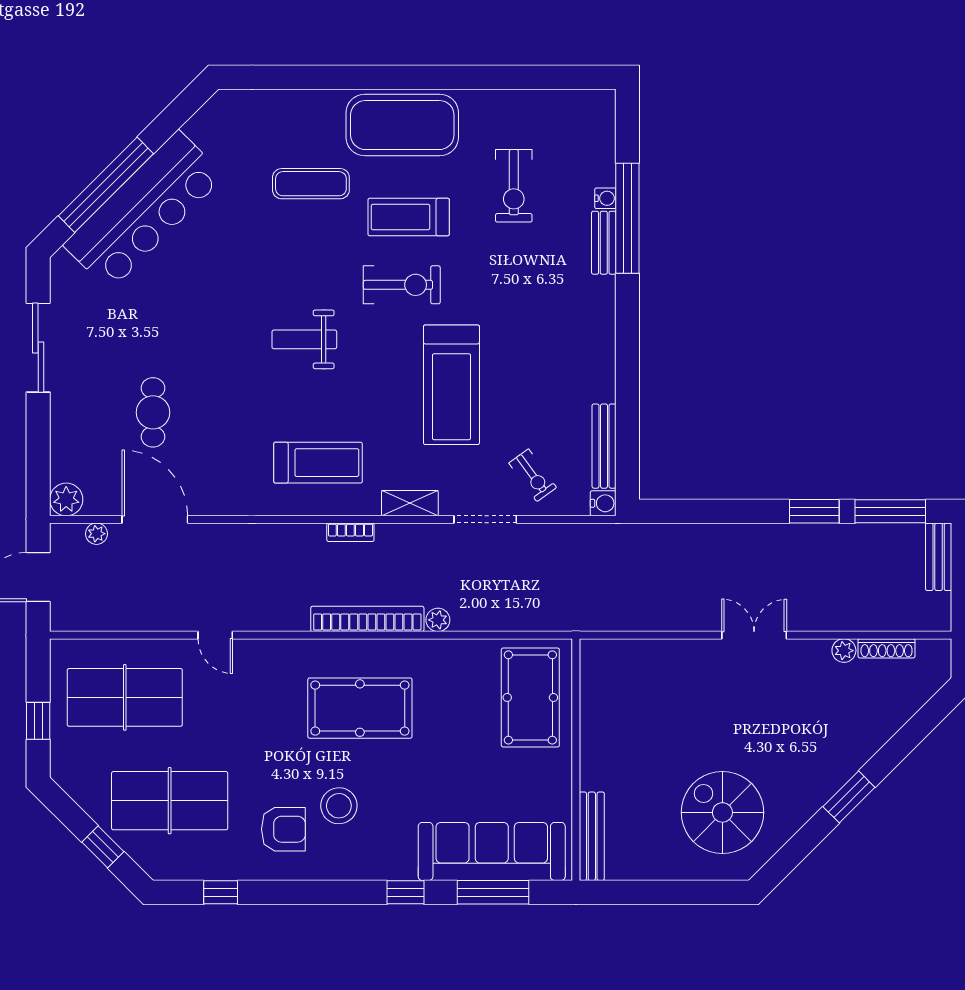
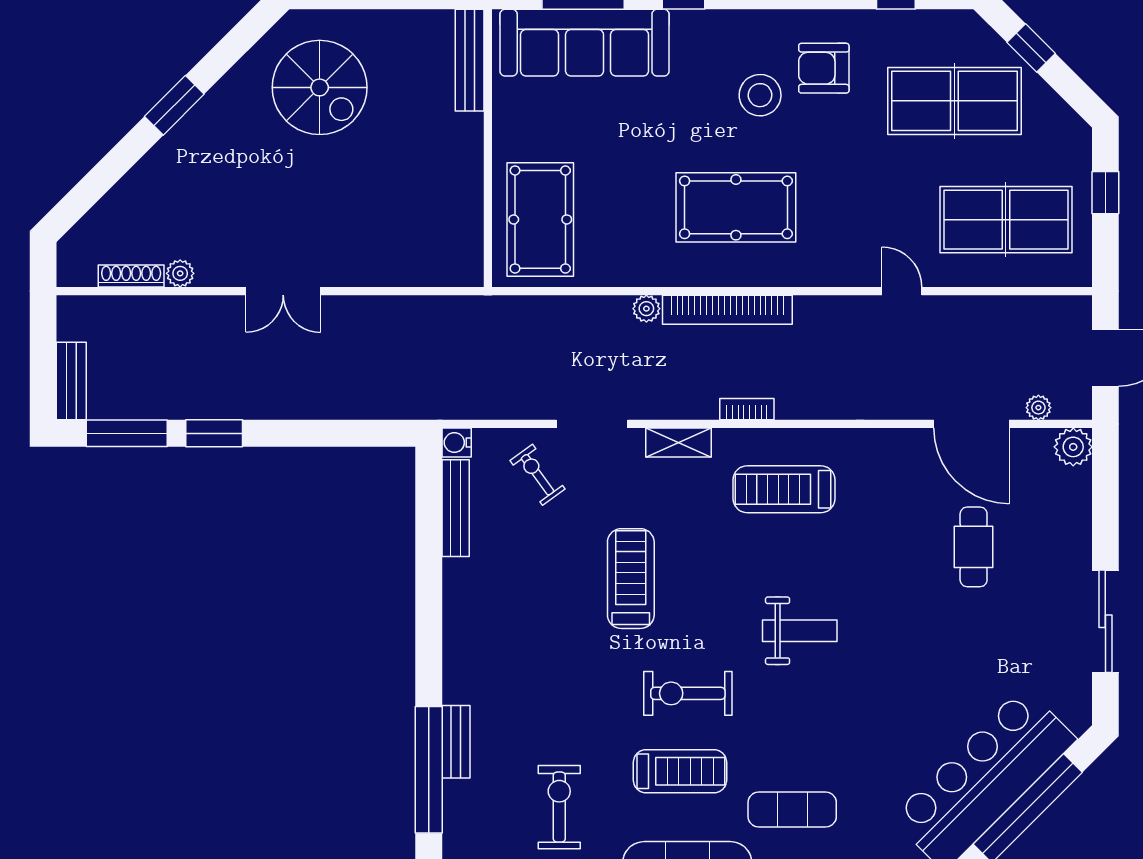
water cooler: (605, 198) -> (454, 793), removed
treadmill: (451, 385) -> (631, 579), width x0.73, depth x0.73

